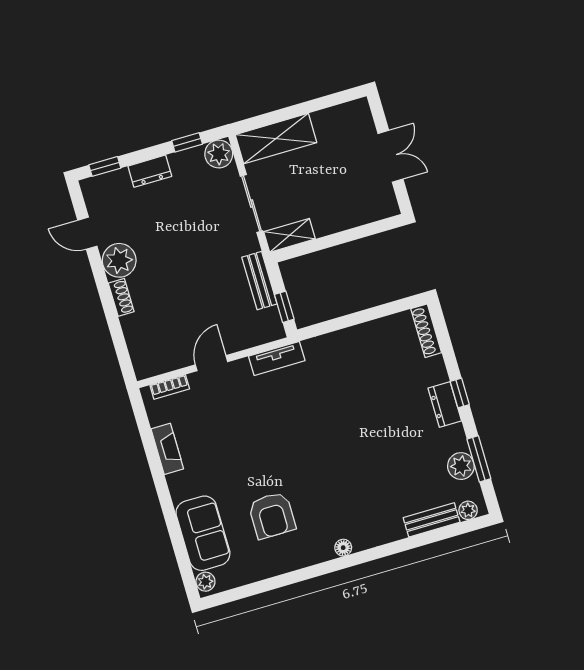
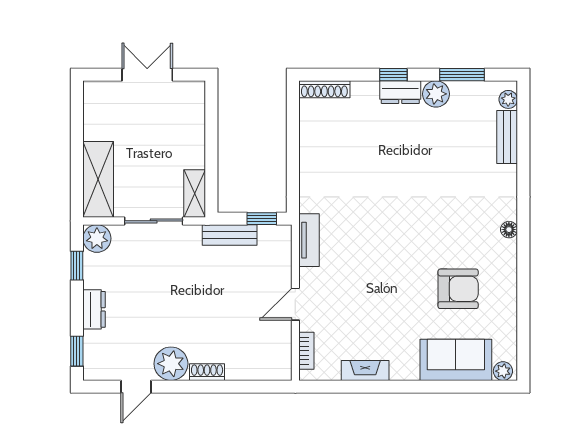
door: (211, 363) -> (295, 304), hinge flipped
plant: (461, 466) -> (436, 94), moved

